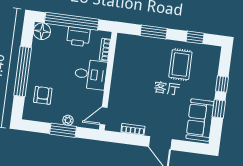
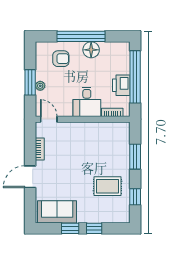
floor lamp: (42, 31) -> (91, 50), moved

